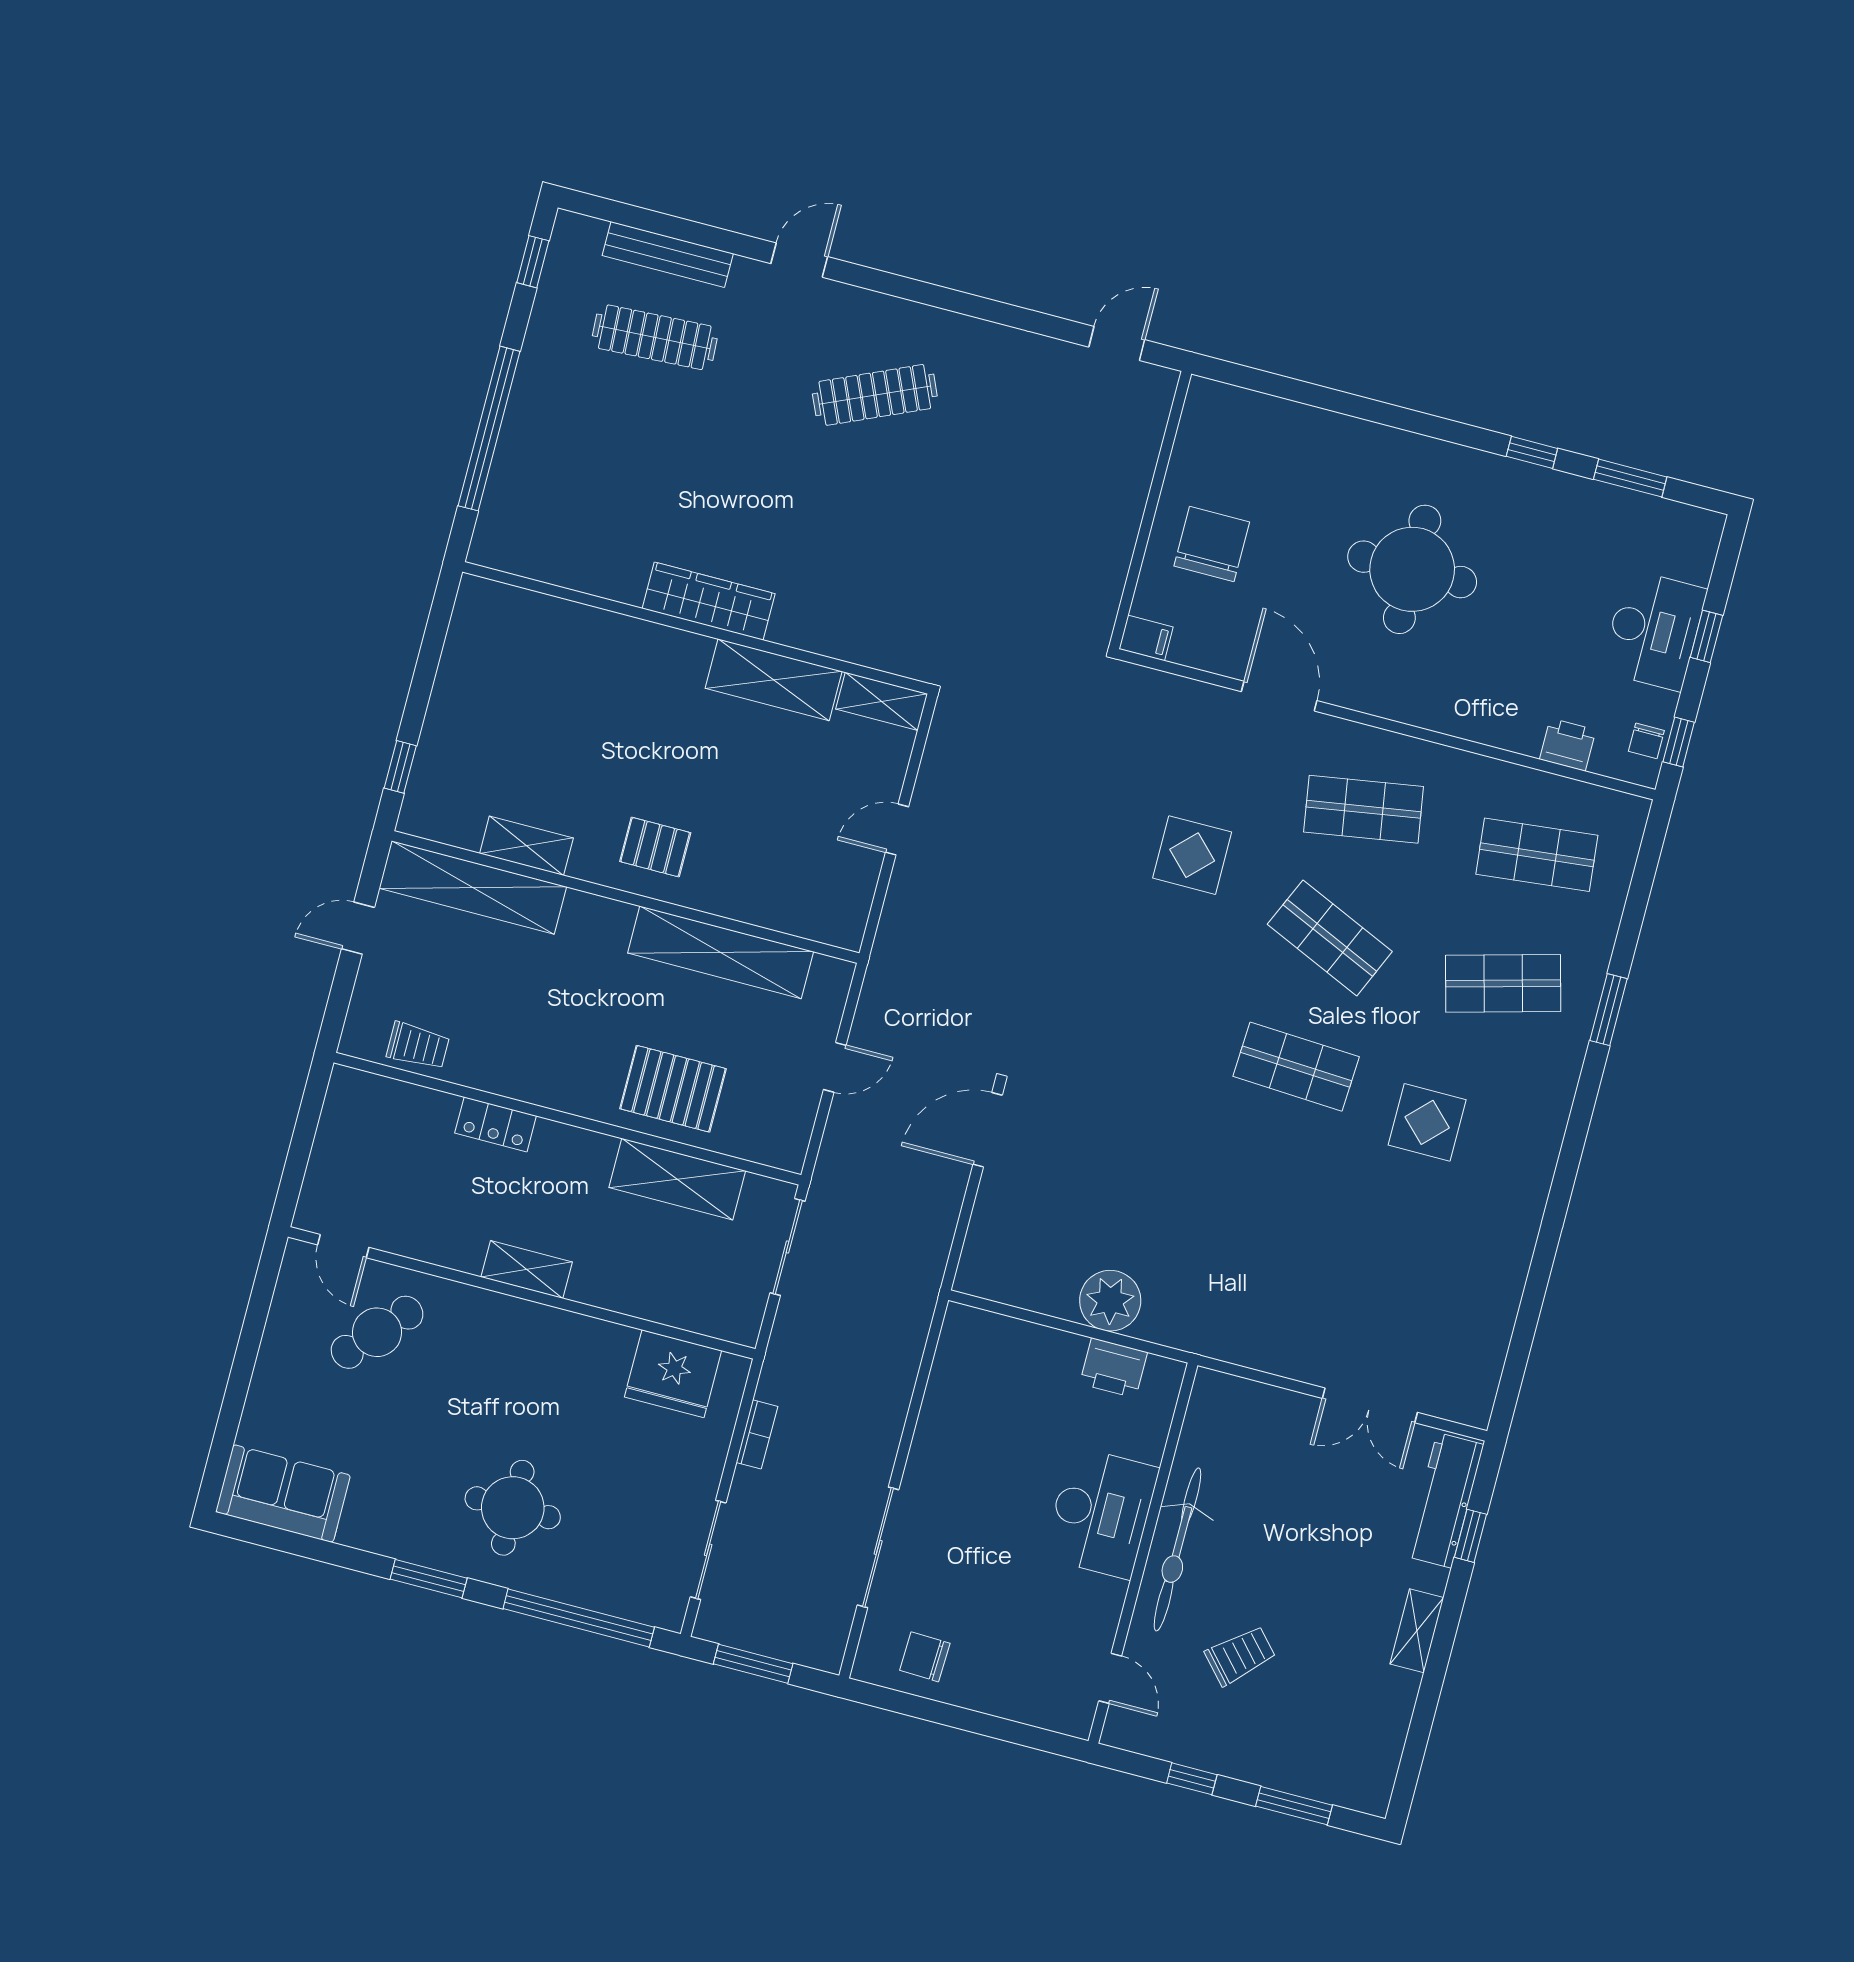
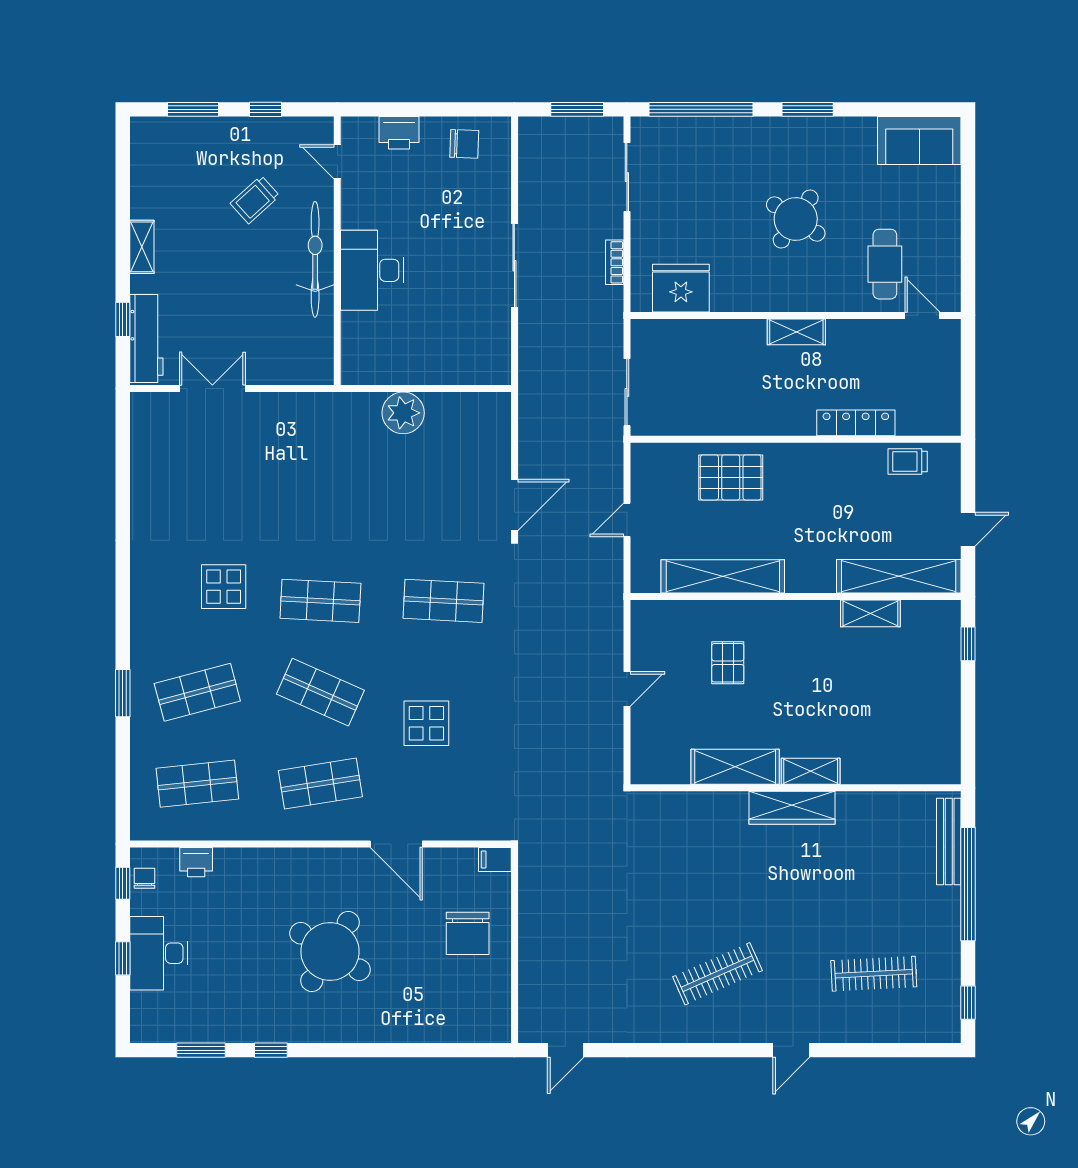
bench: (668, 255) -> (949, 841), moved, turned 90
round table: (1412, 569) -> (330, 952), turned 32
shelving: (882, 701) -> (811, 771), moved
pallet: (655, 847) -> (728, 663), moved, turned 90
shop shelf: (1123, 1021) -> (443, 601), added
locker: (496, 1124) -> (856, 423), width x1.53
shelving: (677, 1179) -> (712, 418), removed
cafe table: (377, 1332) -> (885, 264), turned -42
printer: (1114, 1368) -> (399, 133), moved, turned 180
round table: (513, 1508) -> (796, 219), moved, turned 34
sliding door: (878, 1547) -> (514, 266), moved

